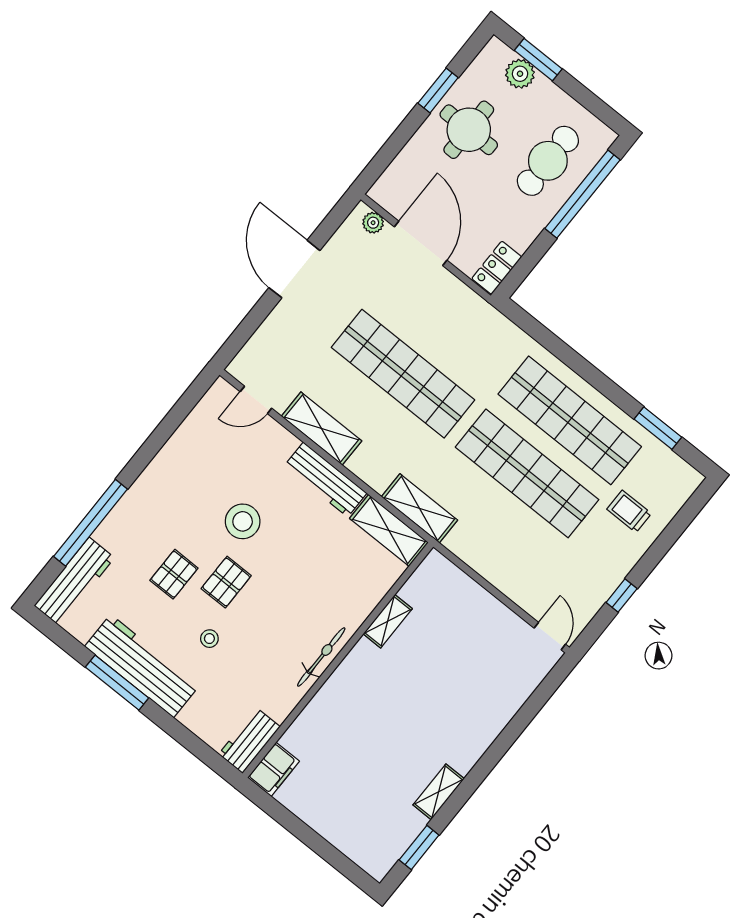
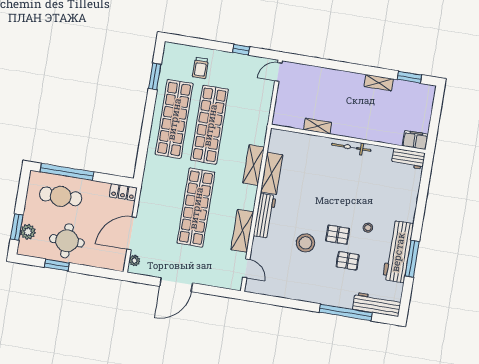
shelving: (388, 621) -> (318, 126), moved
bicycle: (321, 657) -> (351, 147), moved
wall: (338, 660) -> (348, 139), moved
workbench: (249, 740) -> (408, 159), moved
filing cabinet: (274, 769) -> (415, 140), moved

